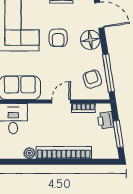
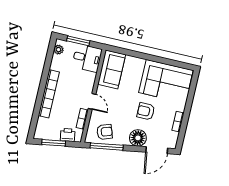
plant: (29, 153) -> (59, 50), moved

